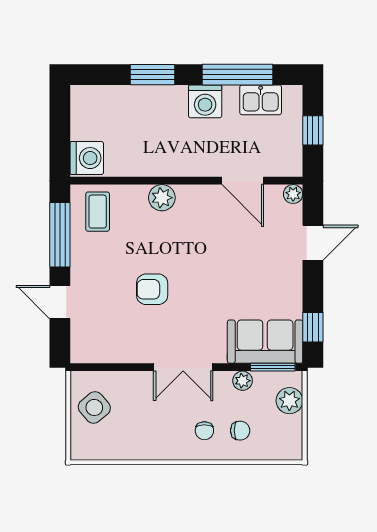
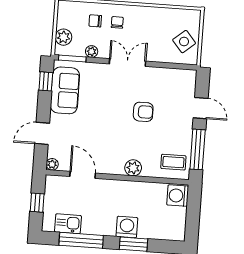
washing machine: (205, 101) -> (127, 227), moved
coffee table: (98, 212) -> (173, 162), turned 90
sofa: (265, 342) -> (65, 90), moved, turned -90

